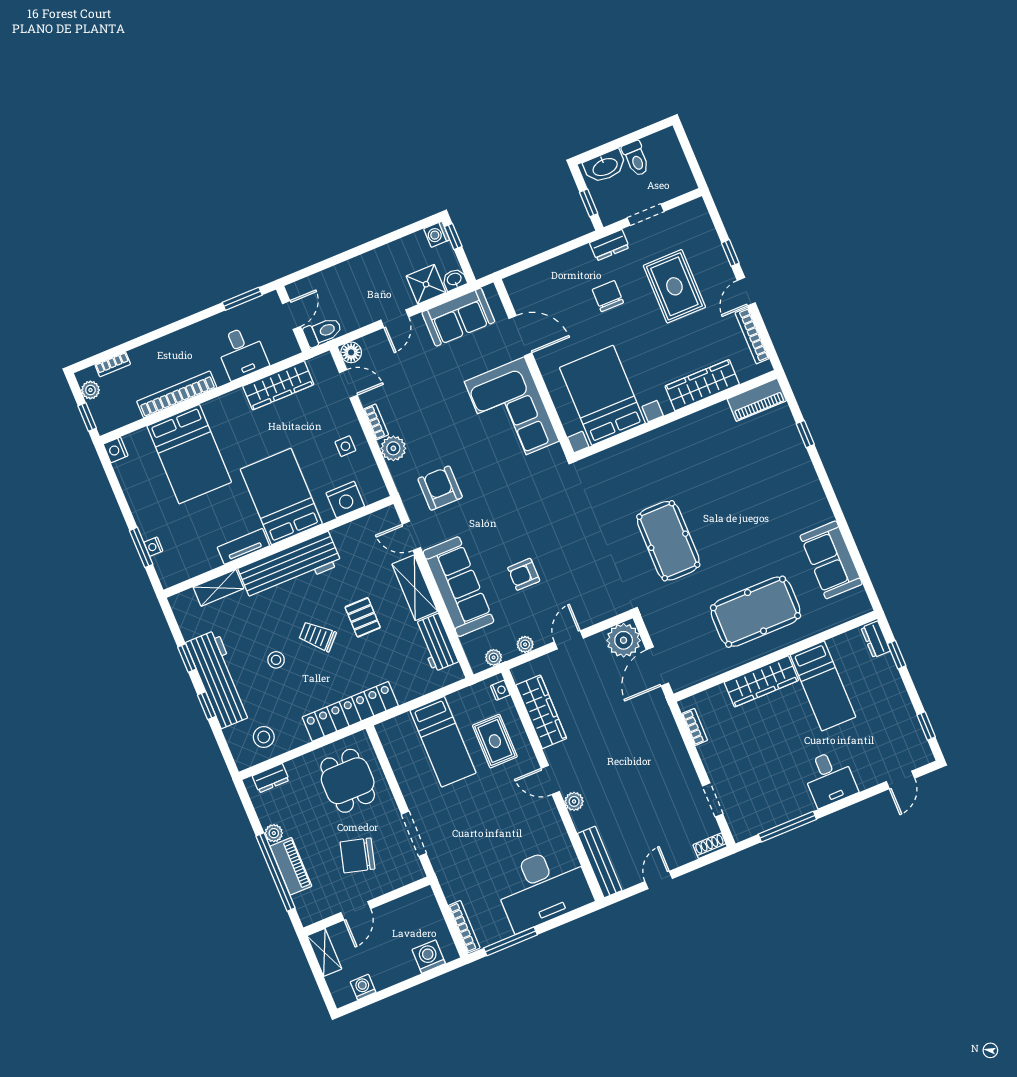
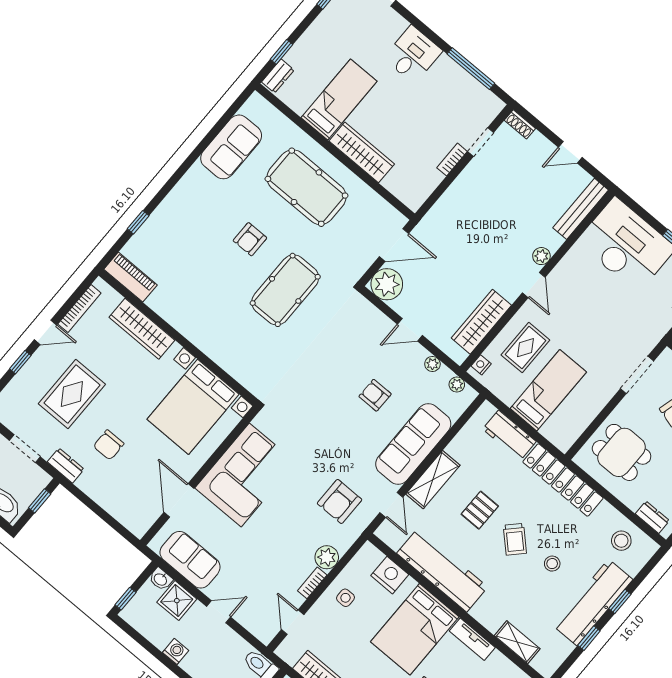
washing machine: (437, 234) -> (176, 651), moved, turned -90
floor lamp: (351, 352) -> (265, 633), removed
armchair: (734, 532) -> (250, 239), added
workbench: (290, 566) -> (442, 570), moved
armchair: (524, 574) -> (375, 395), turned 180
workbench: (436, 643) -> (509, 435), moved, turned 90
bookcase: (695, 727) -> (452, 160), moved
dining table: (348, 781) -> (622, 452), turned 90

